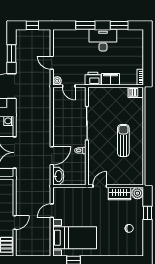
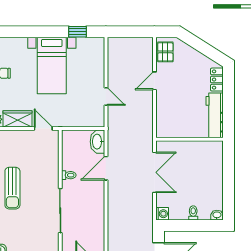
door: (100, 186) -> (43, 129), swing flipped
door: (52, 211) -> (106, 96), hinge flipped
bed with nightstands: (75, 238) -> (52, 65), moved, turned -90

